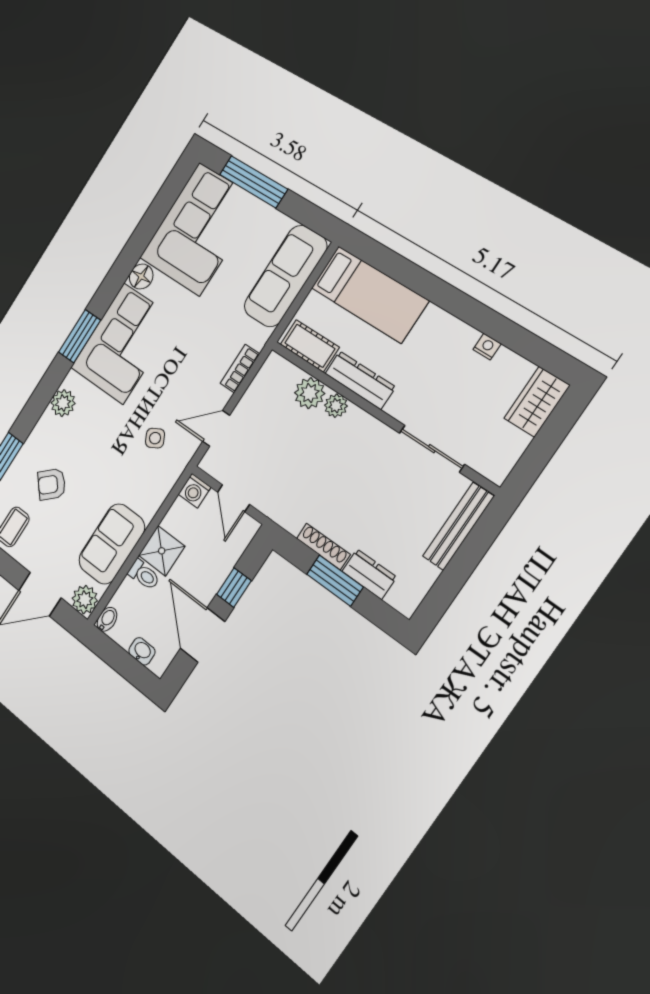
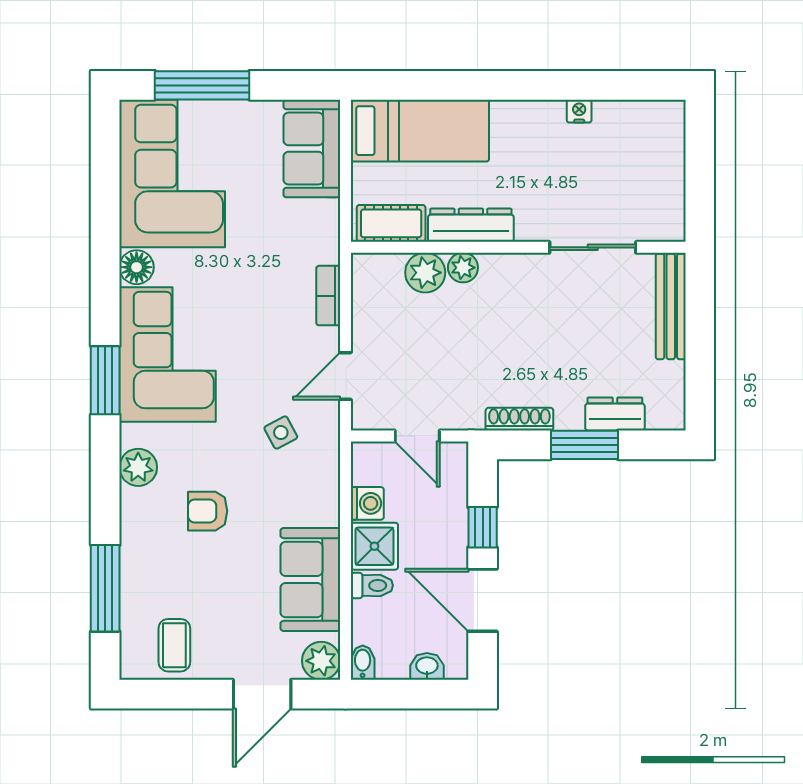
sofa: (285, 276) -> (312, 149), width x0.73
wardrobe: (537, 402) -> (665, 136), removed
armchair: (52, 484) -> (208, 511), moved, turned 42
washing machine: (195, 491) -> (367, 503), moved, turned -90
shoe rack: (323, 546) -> (519, 419), moved

